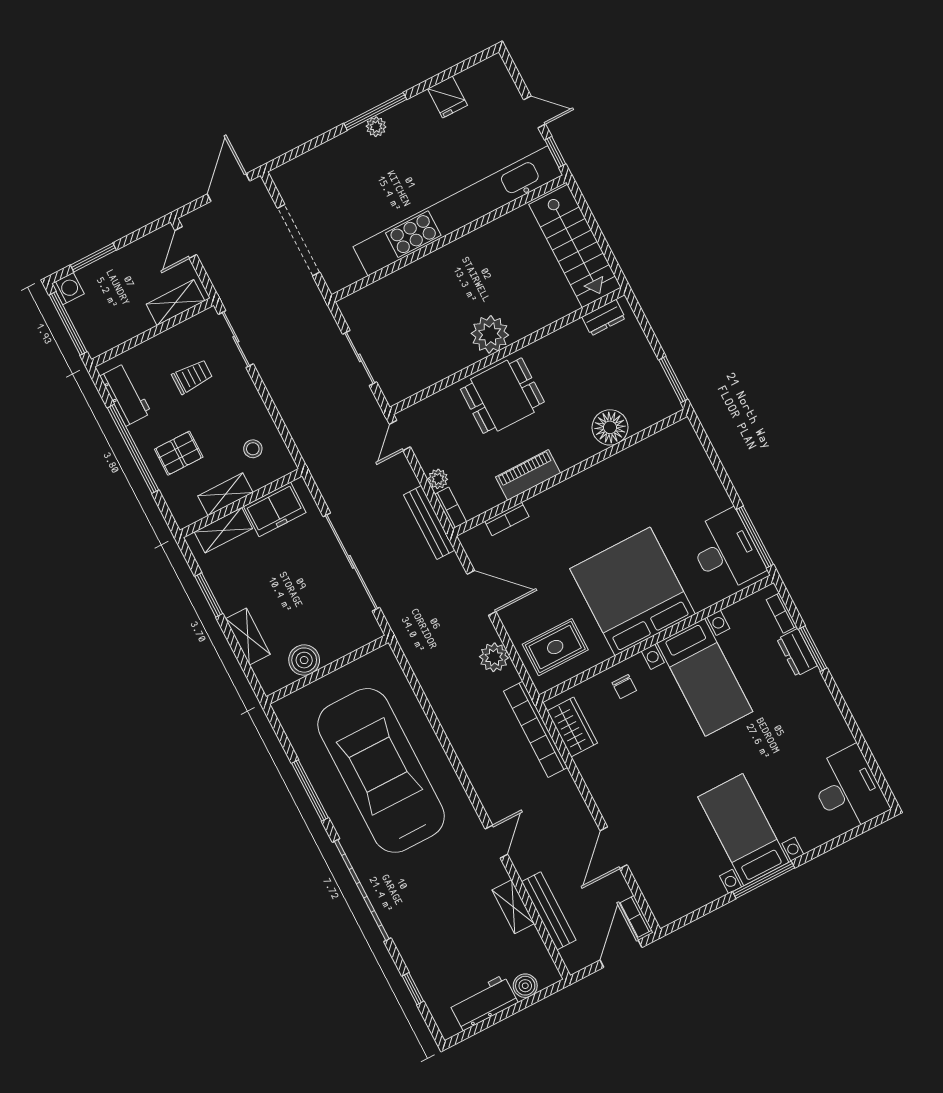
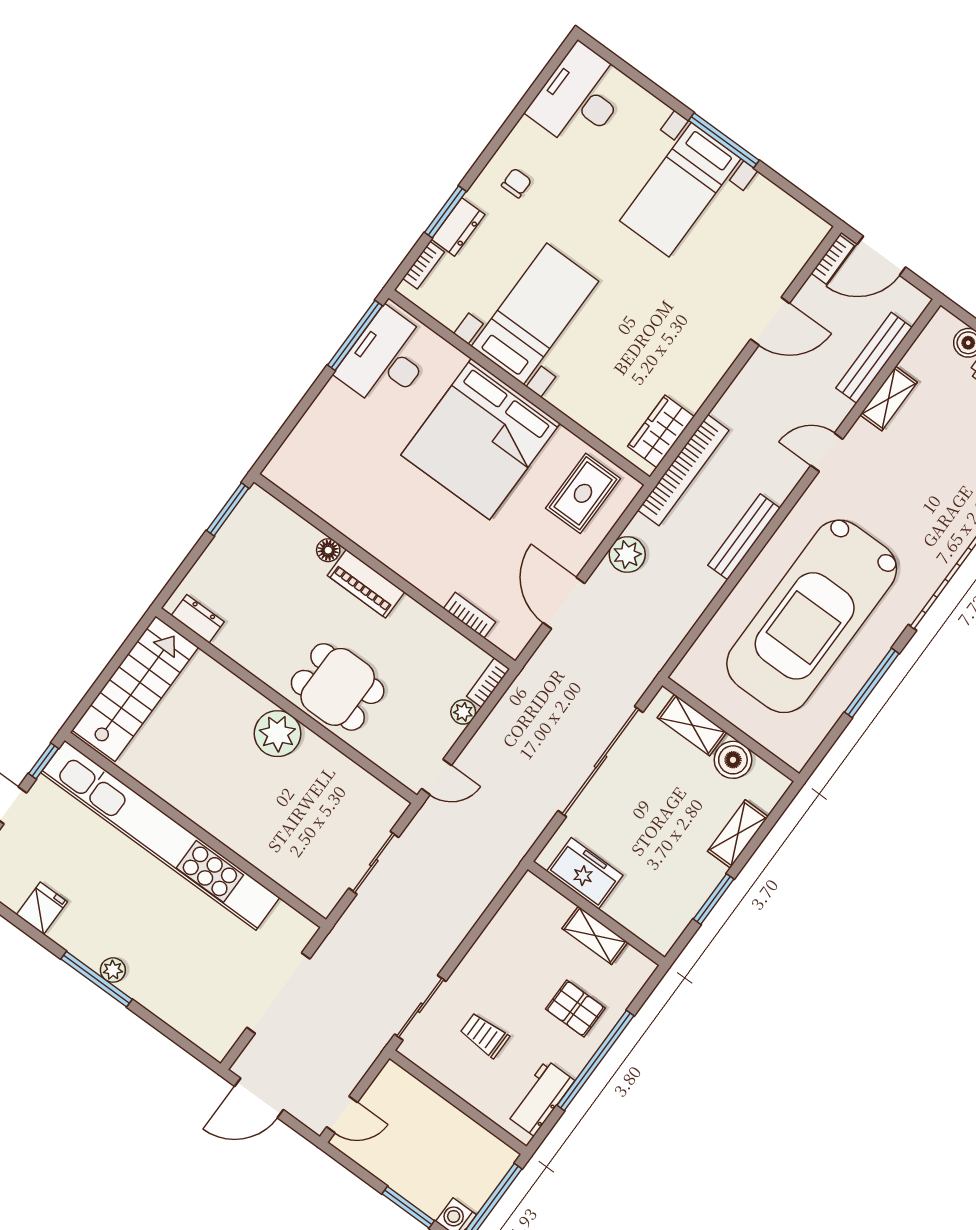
shelving: (175, 303) -> (413, 1093), removed
floor lamp: (610, 427) -> (328, 550), width x0.53, depth x0.53
stool: (253, 449) -> (531, 930), removed
piano: (528, 475) -> (366, 584), moved
bench: (429, 522) -> (744, 537), moved
shelving: (223, 530) -> (692, 725), moved
rug: (555, 647) -> (583, 493), turned 90
chair: (624, 687) -> (516, 183), moved

